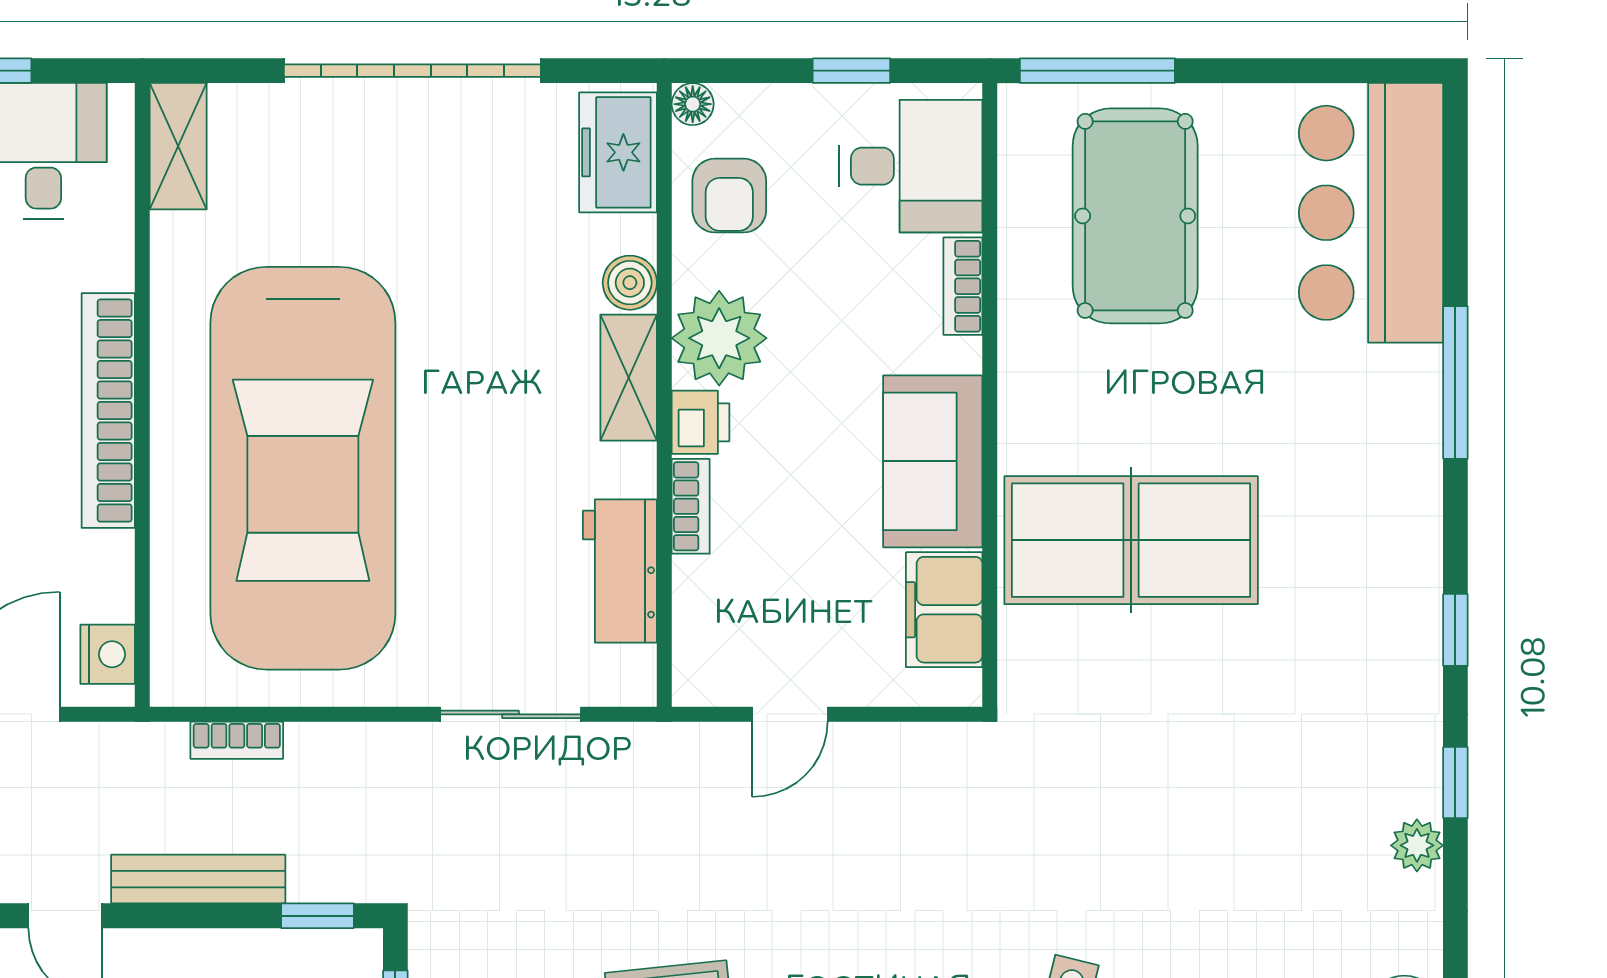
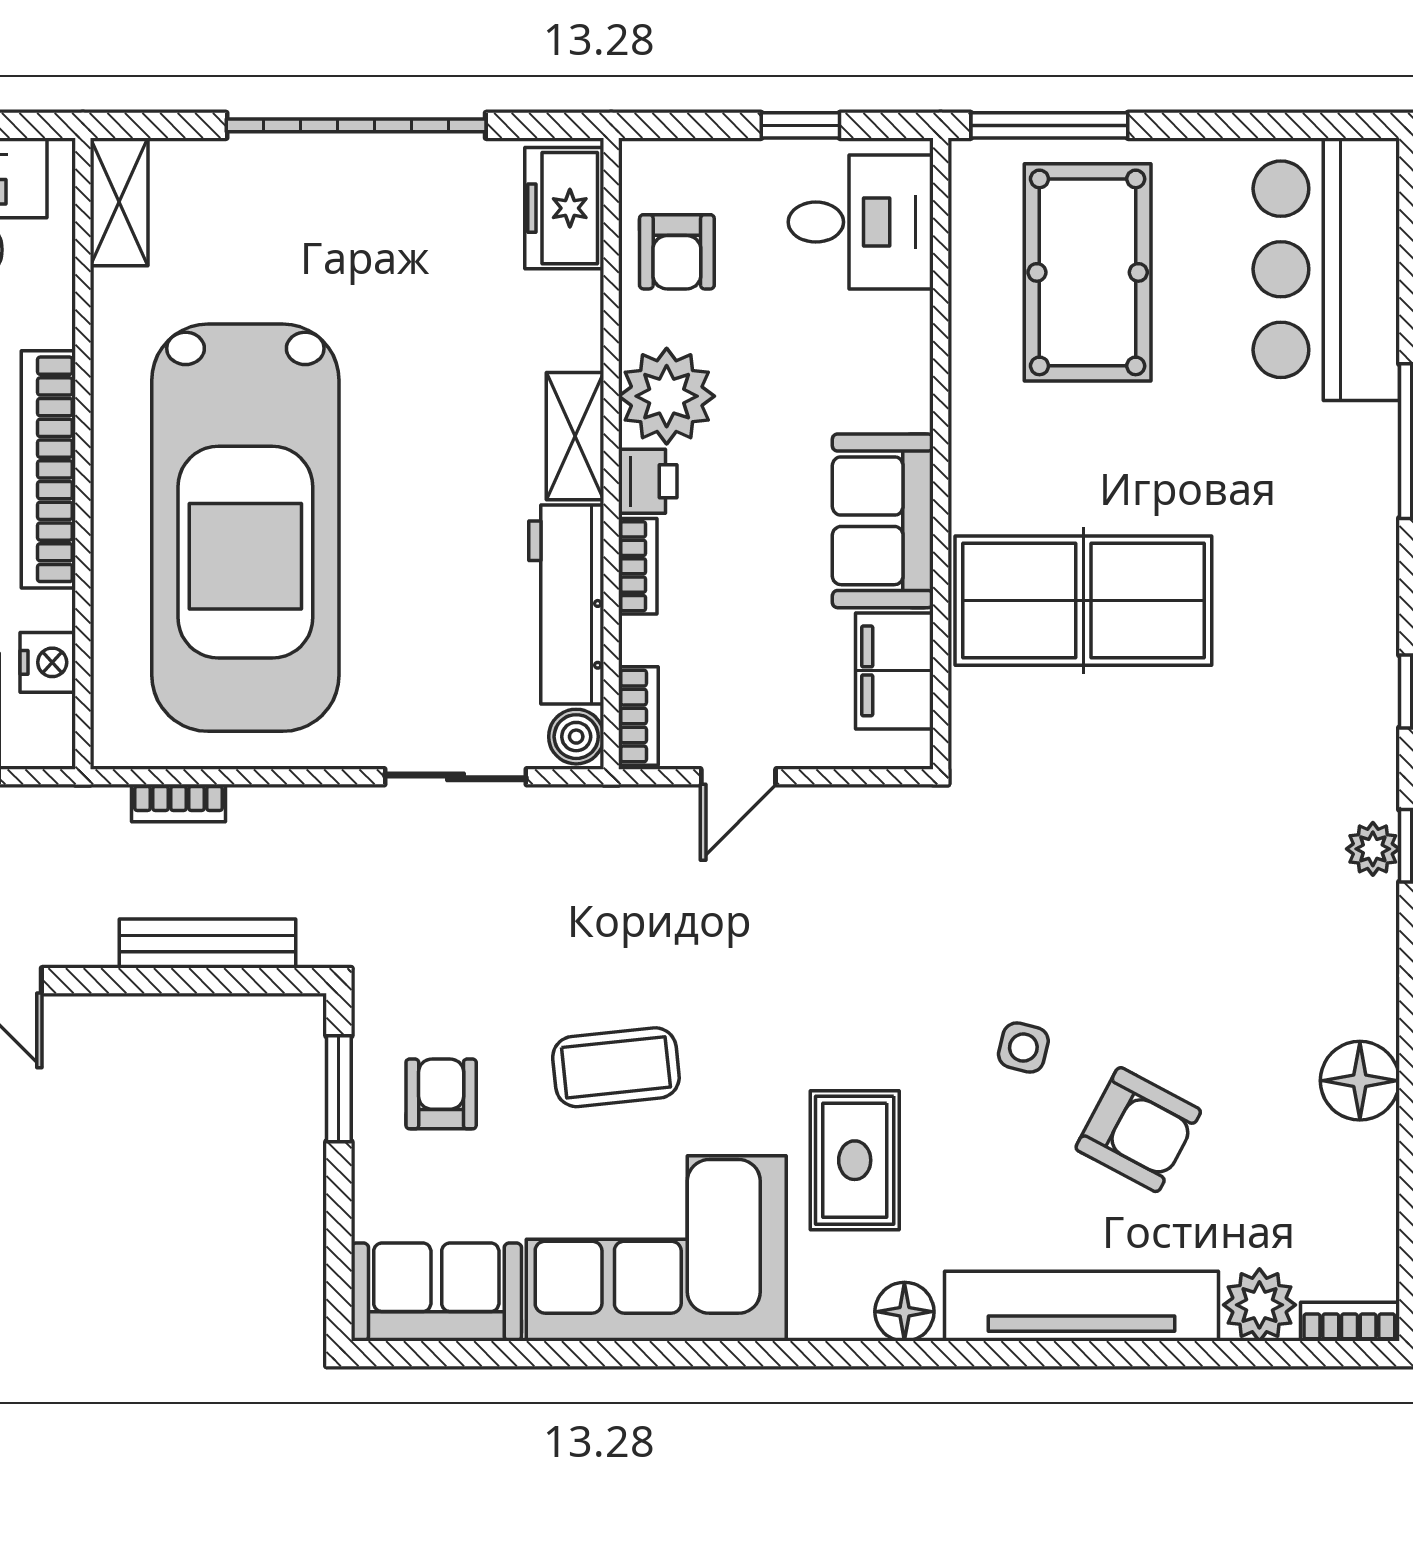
floor lamp: (693, 104) -> (640, 159), removed
boiler: (630, 283) -> (576, 737), moved
bookcase: (963, 286) -> (638, 716), moved, turned 180
workbench: (620, 571) -> (566, 604), width x1.38
nightstand: (108, 654) -> (48, 662), moved
plant: (1417, 845) -> (1373, 849), moved
bench: (198, 879) -> (207, 944), moved
window: (317, 916) -> (260, 981), removed

